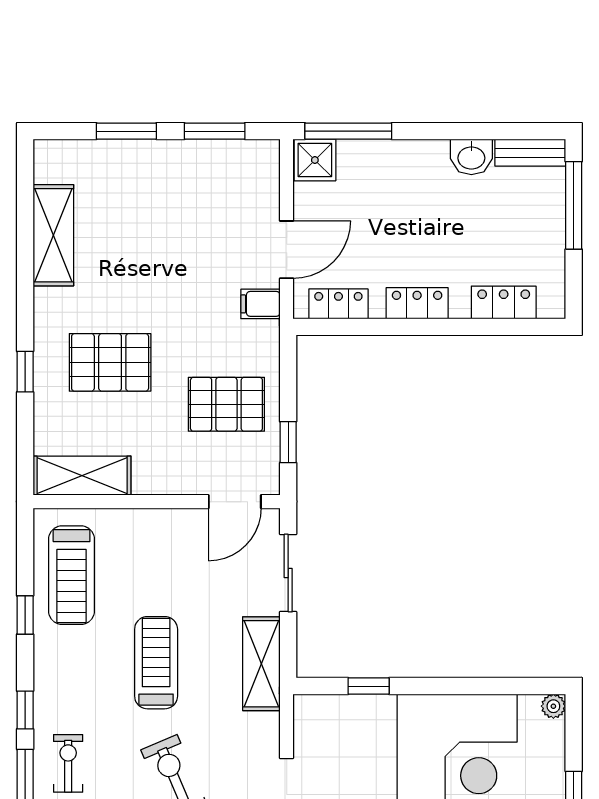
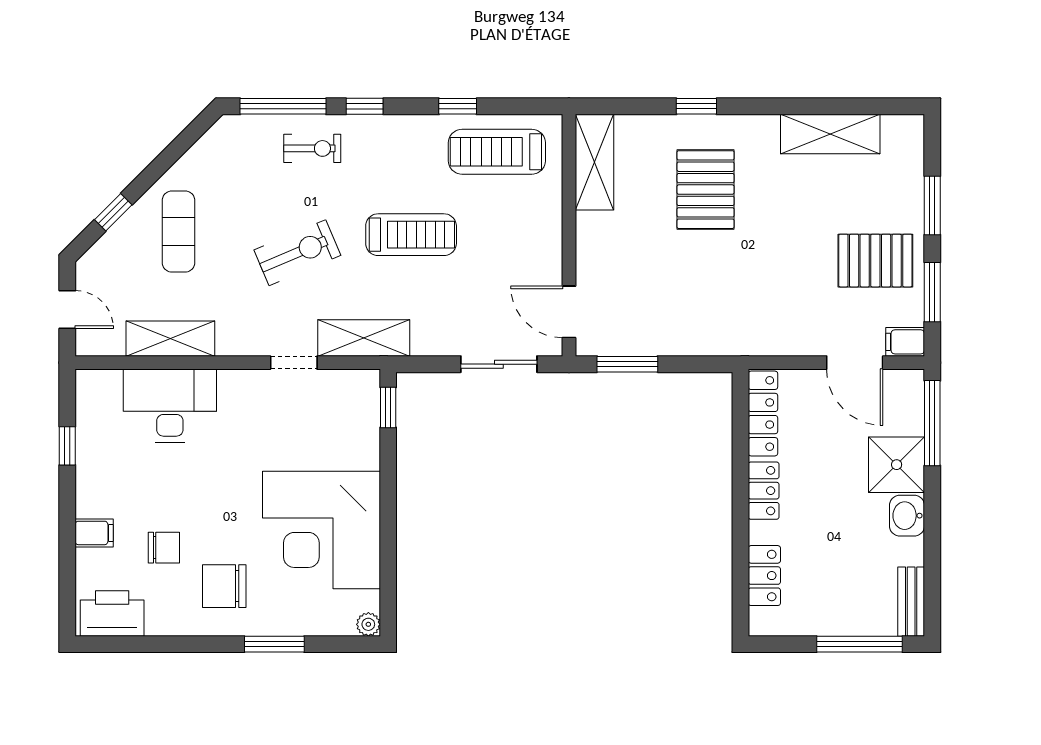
washbasin: (471, 157) -> (907, 516), moved
shower: (315, 160) -> (897, 465), moved, width x1.36, depth x1.36
door: (287, 250) -> (855, 363), moved
filing cabinet: (260, 304) -> (905, 342), moved, turned -90
locker: (338, 304) -> (763, 413), width x1.53
pallet: (226, 404) -> (875, 261), moved, turned 90
window: (288, 442) -> (627, 364), width x1.50
shelving: (261, 664) -> (364, 338), moved
window: (369, 686) -> (388, 407), moved

